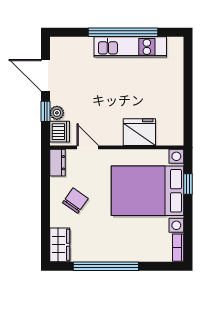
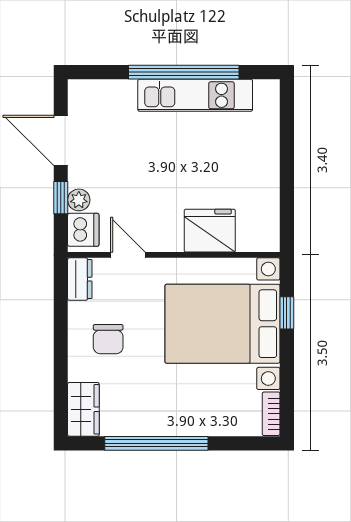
chair: (75, 201) -> (108, 339), turned 145

